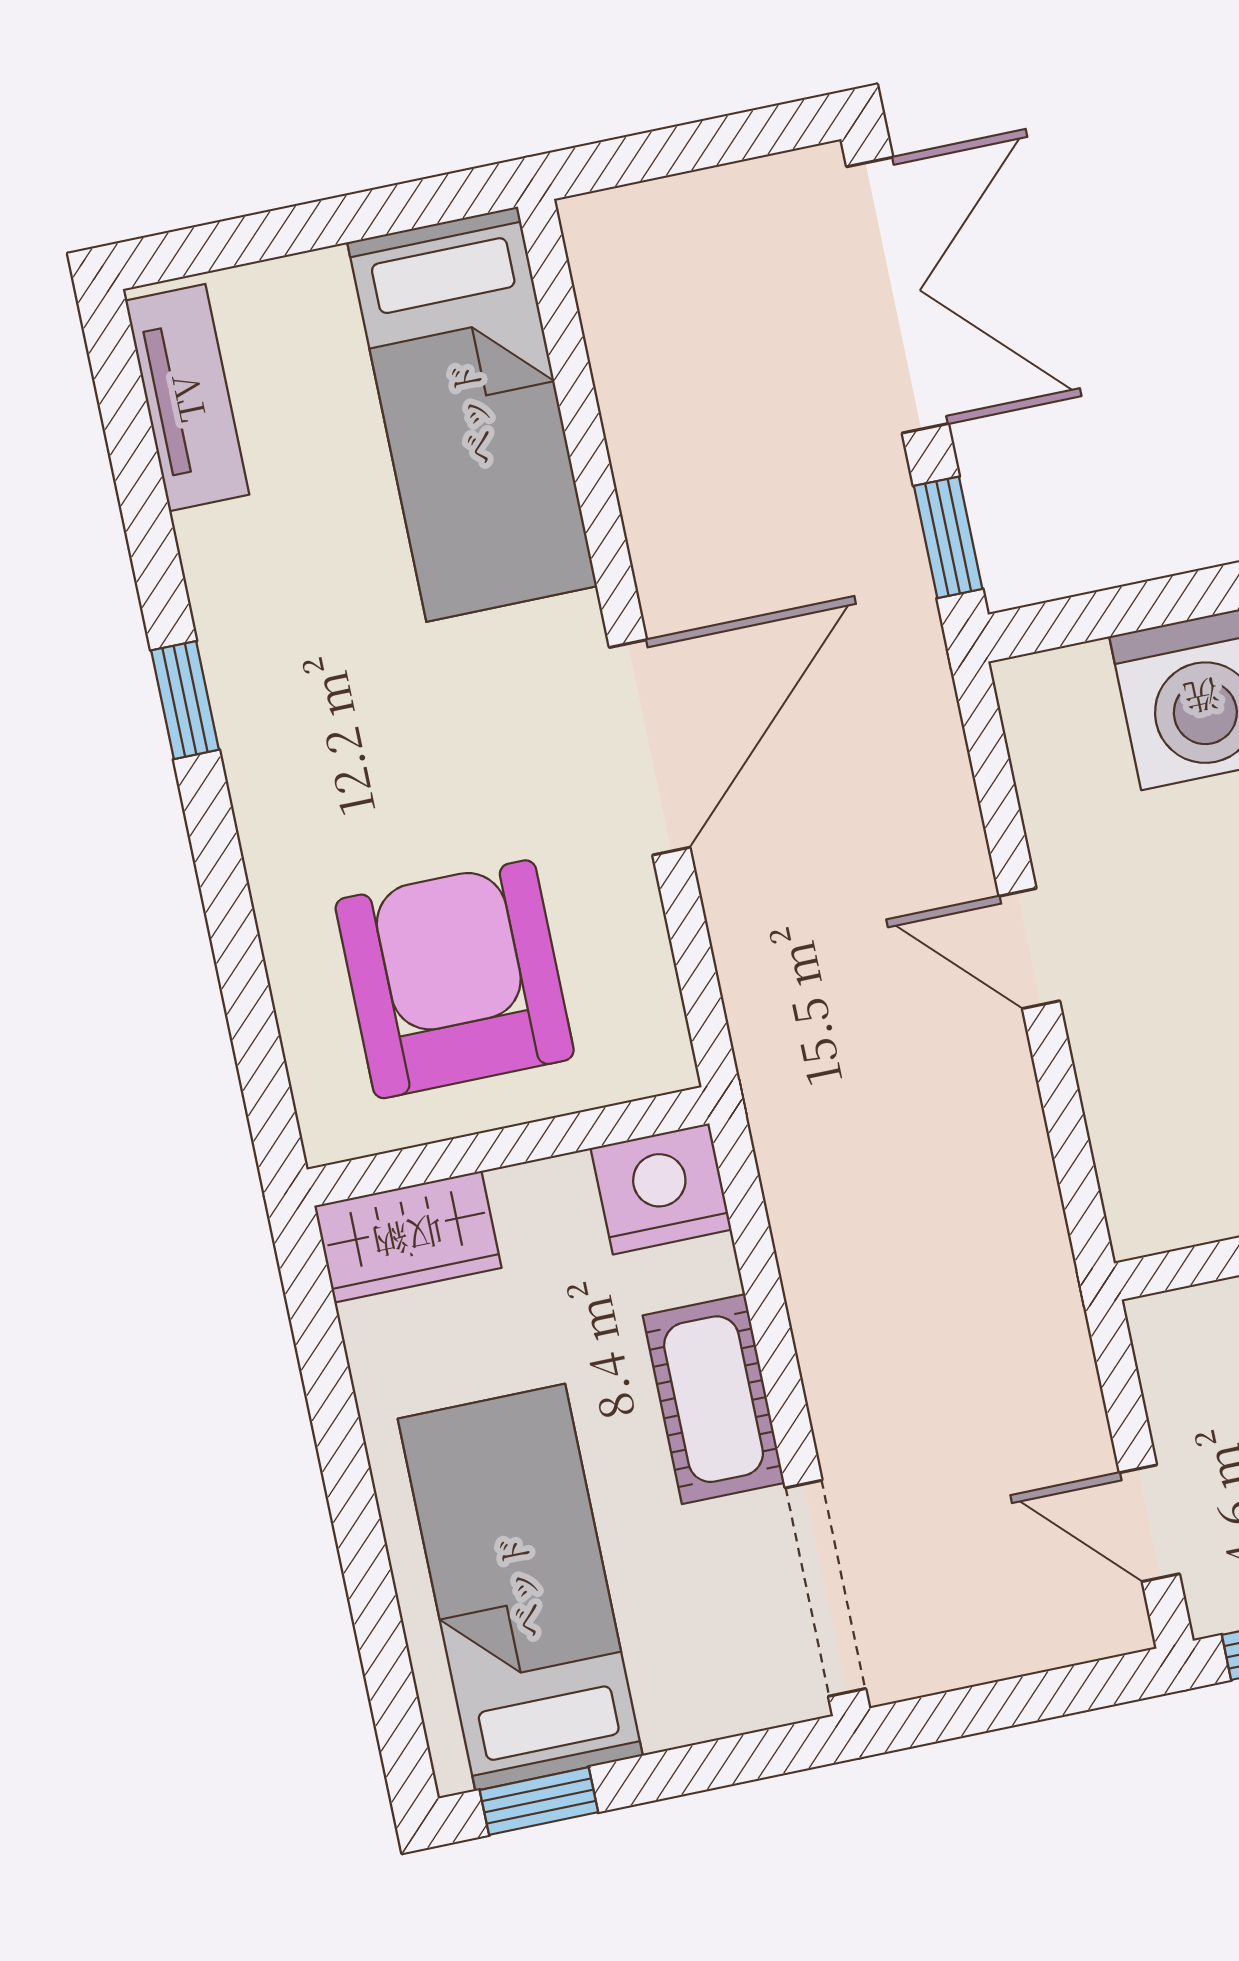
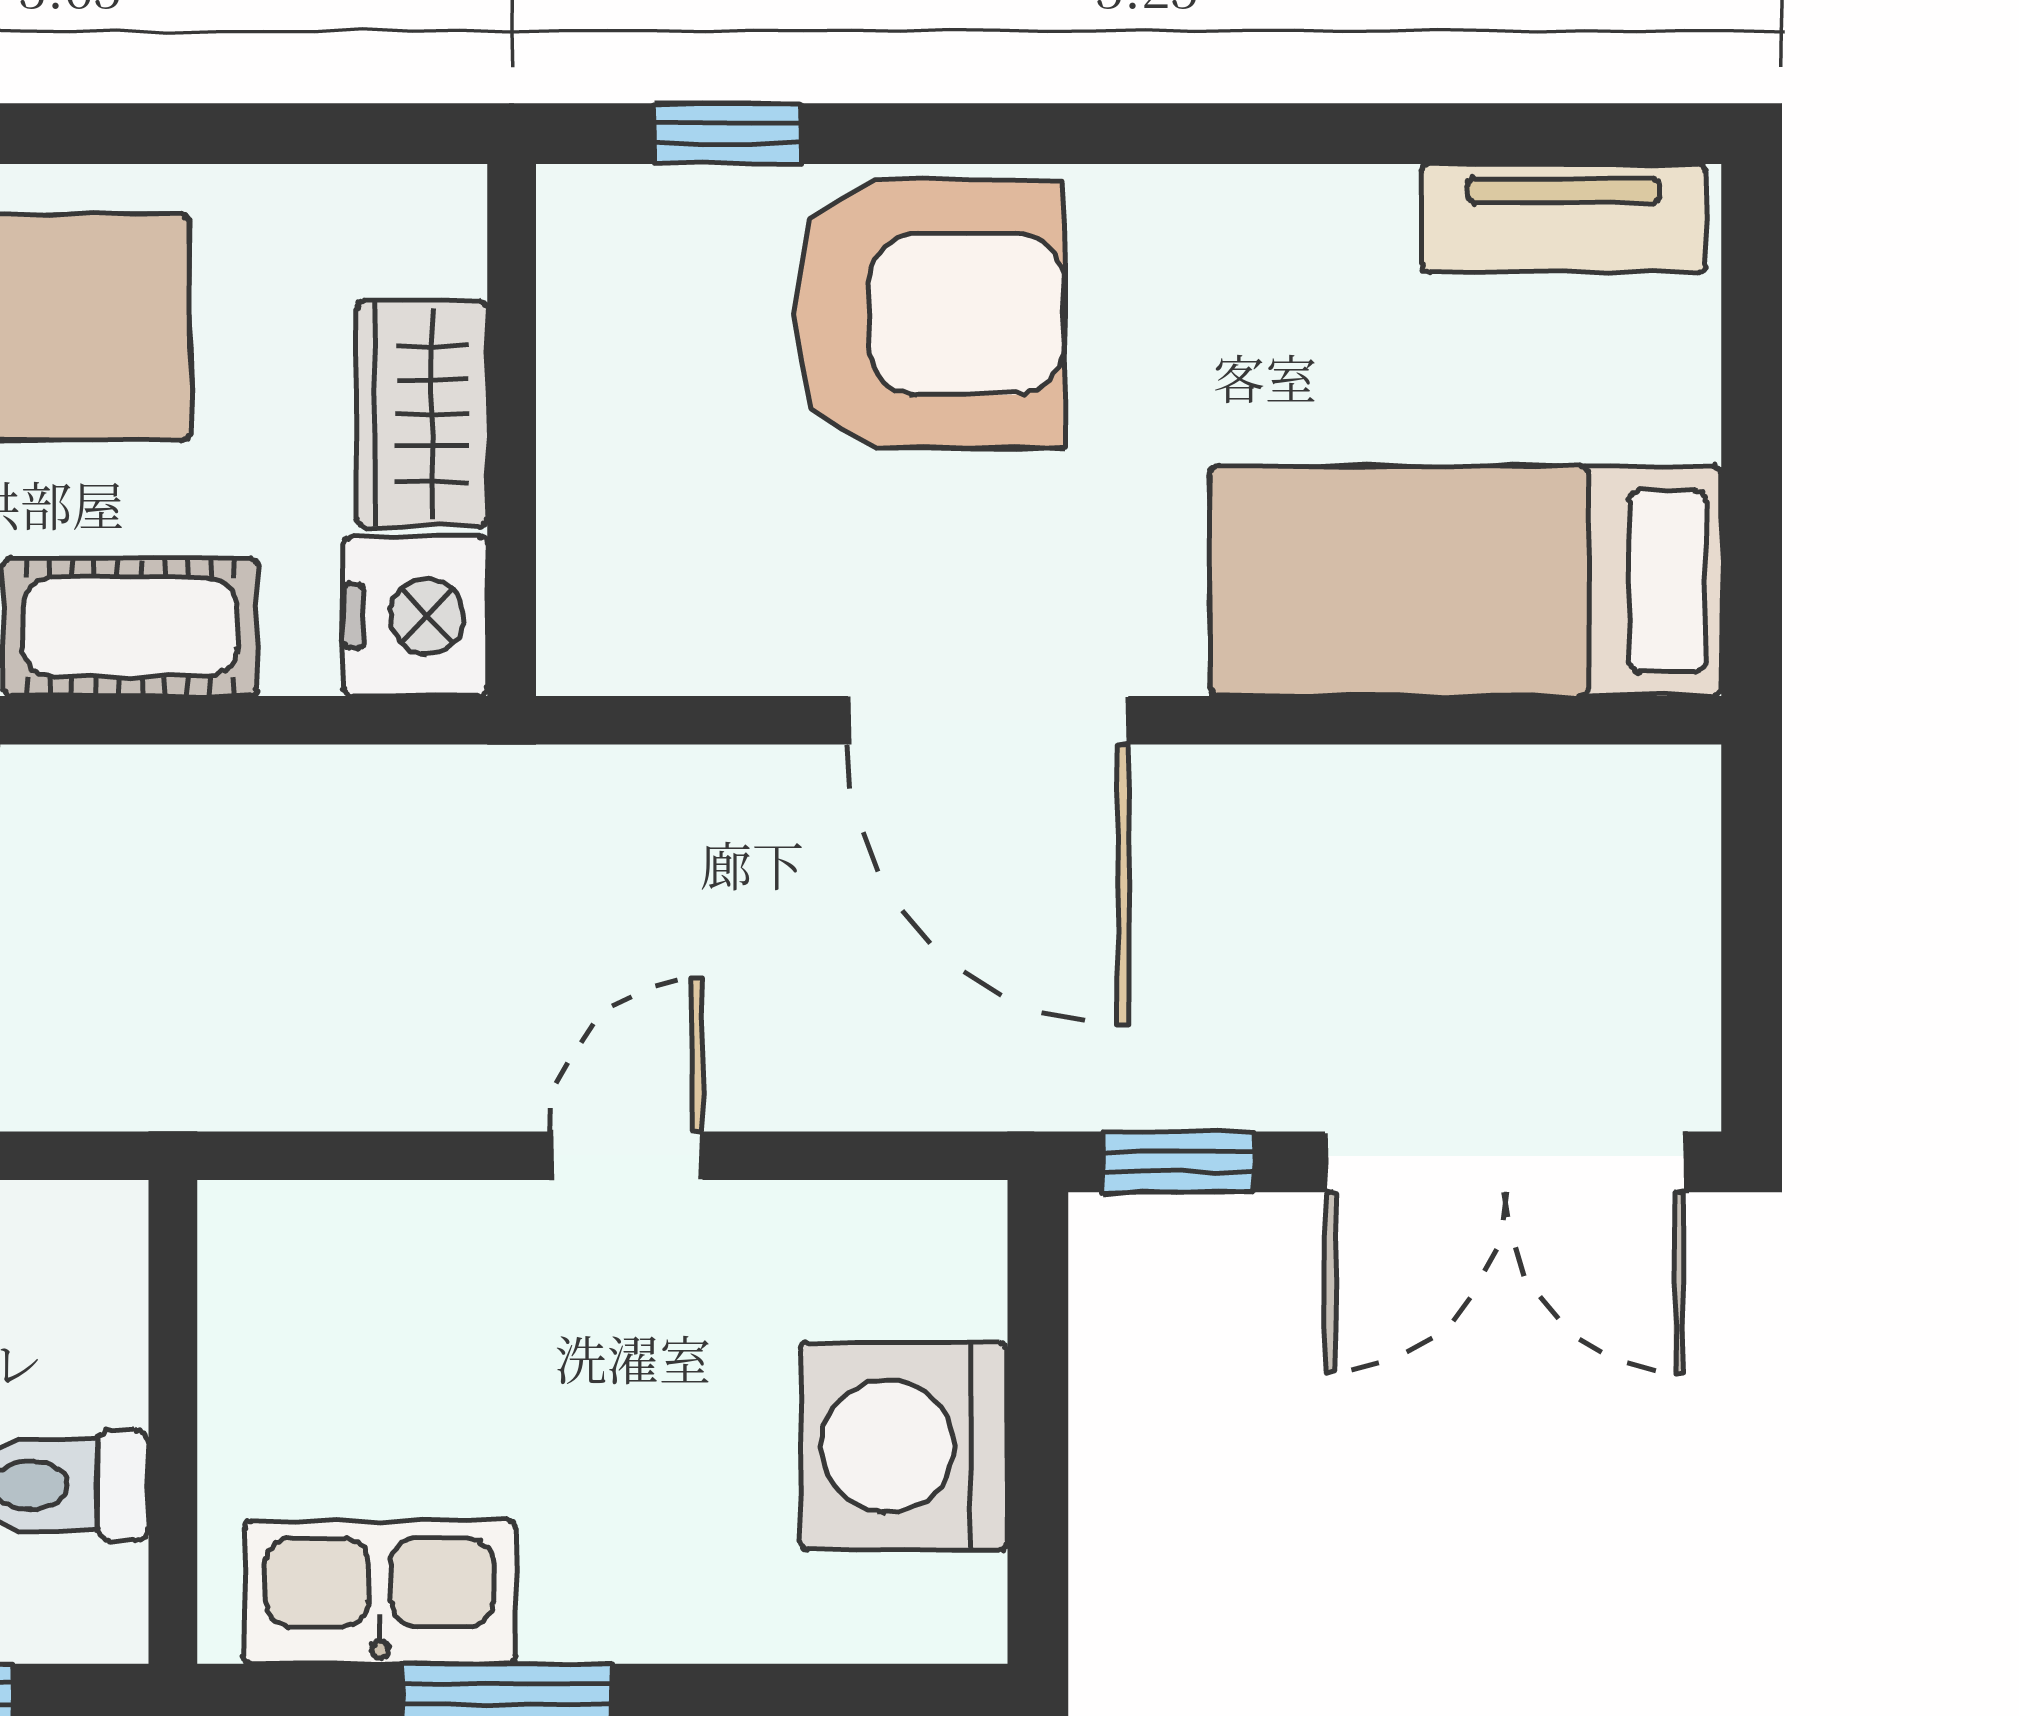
window: (185, 700) -> (727, 134), moved
armchair: (455, 979) -> (929, 314), moved
wardrobe: (408, 1237) -> (422, 414), moved

